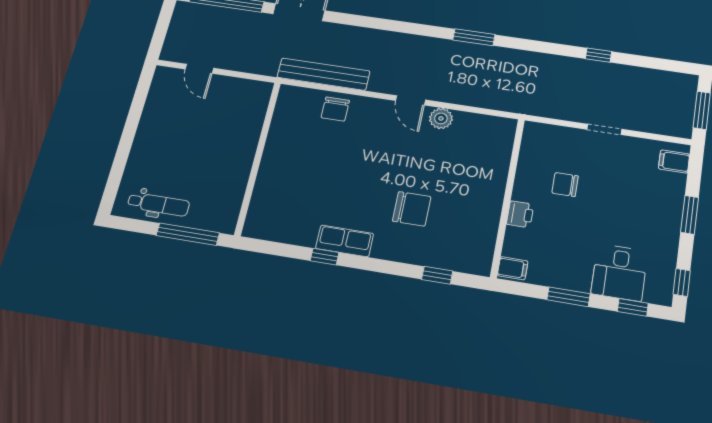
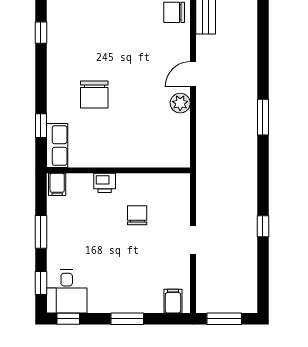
row of seats: (345, 241) -> (57, 146), moved
desk: (619, 272) -> (67, 291), moved, turned -90

